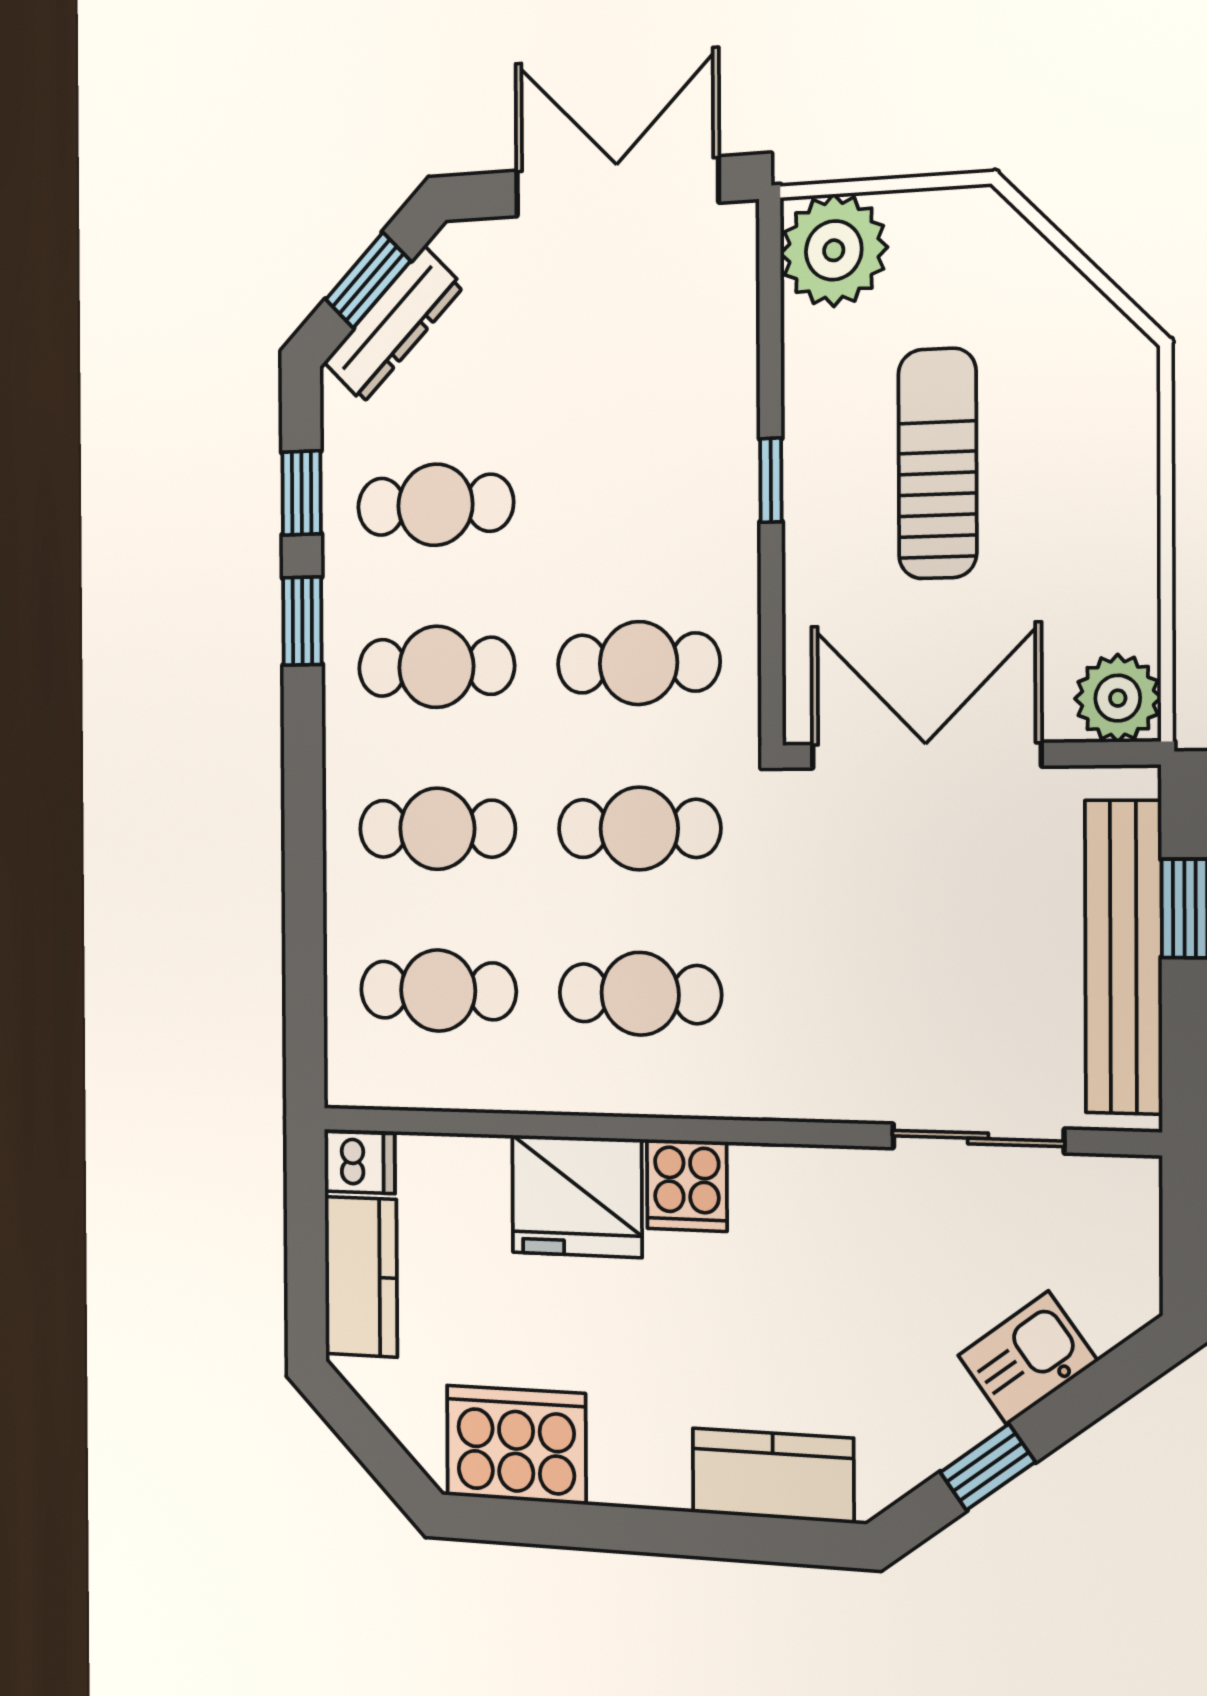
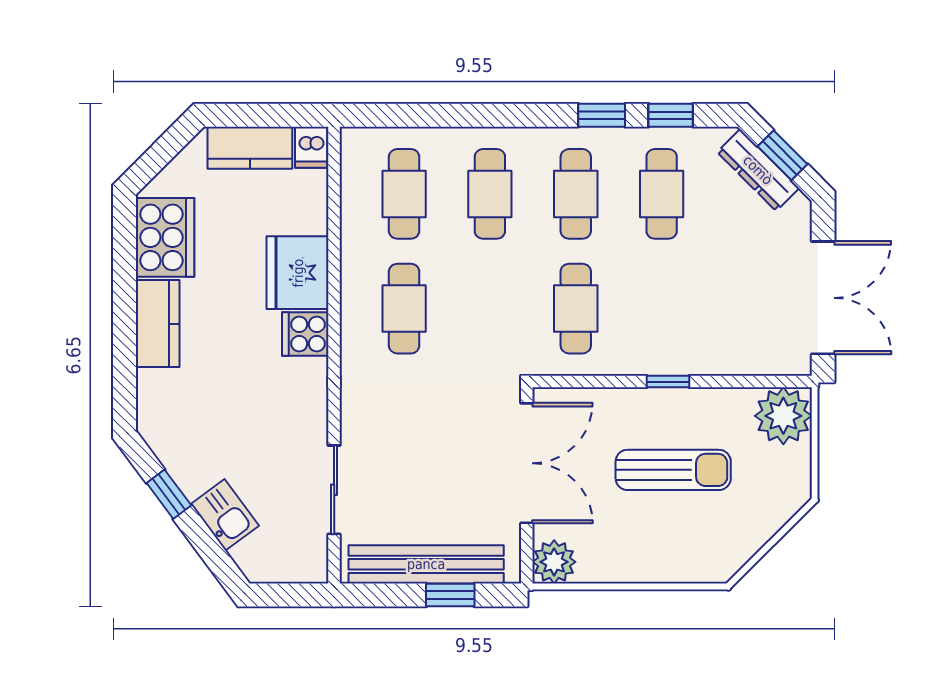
cafe table: (639, 828) -> (490, 309), removed
kitchen counter: (773, 1475) -> (158, 324), moved

